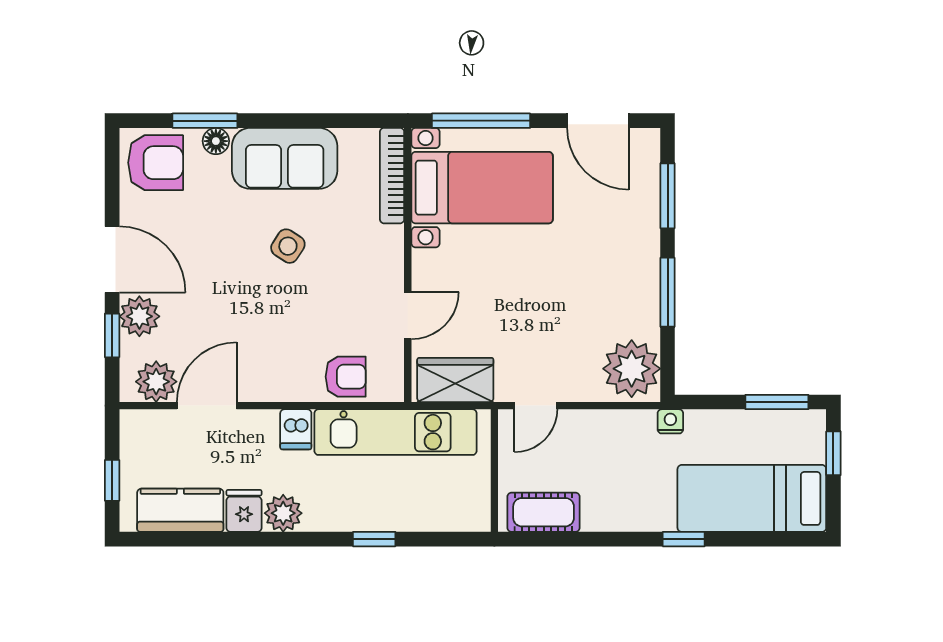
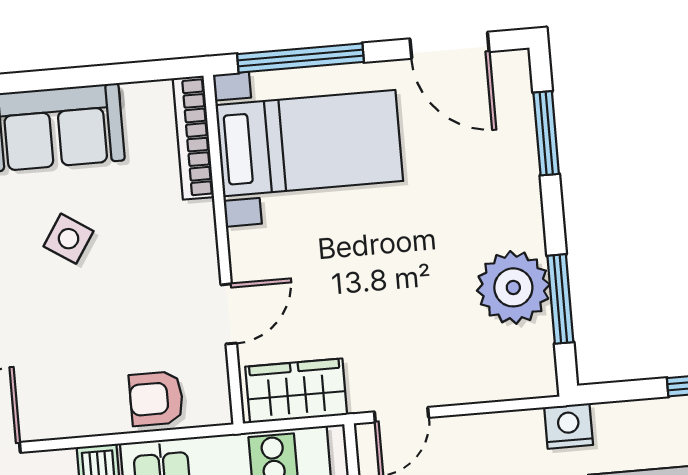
window: (668, 292) -> (560, 299), moved
plant: (632, 369) -> (513, 287), moved
armchair: (346, 377) -> (156, 399), turned 180
nightstand: (670, 421) -> (569, 426), width x1.39, depth x1.35

